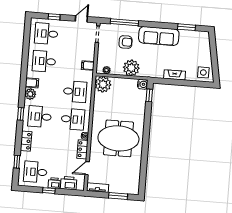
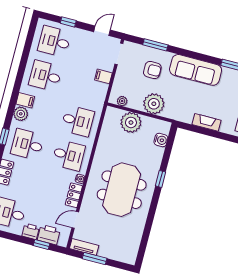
window: (124, 22) -> (155, 45), width x0.69
filing cabinet: (88, 65) -> (103, 76), moved
plant: (103, 84) -> (131, 122), moved
water cooler: (143, 84) -> (161, 140), moved
window: (149, 95) -> (161, 179), moved
meeting table: (118, 138) -> (122, 190), turned 90
window: (49, 191) -> (42, 245), moved
window: (118, 196) -> (95, 258), moved

